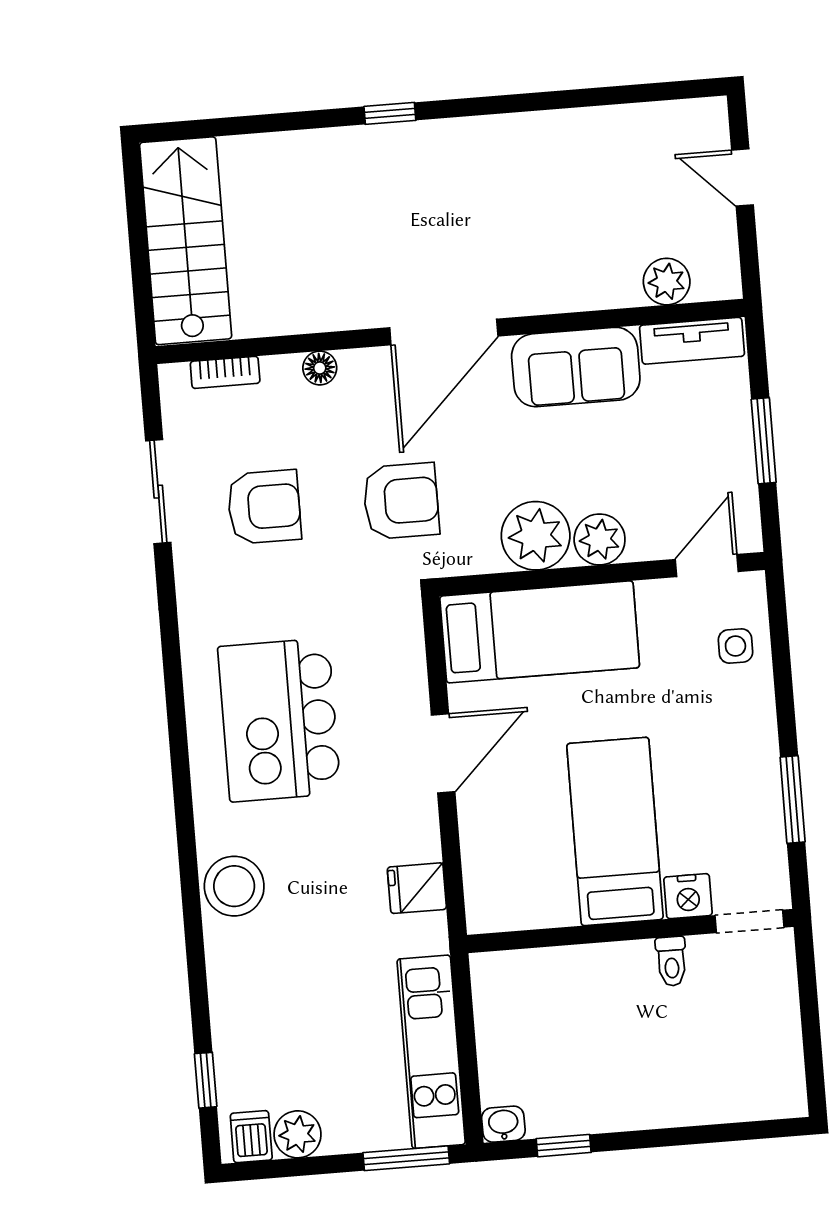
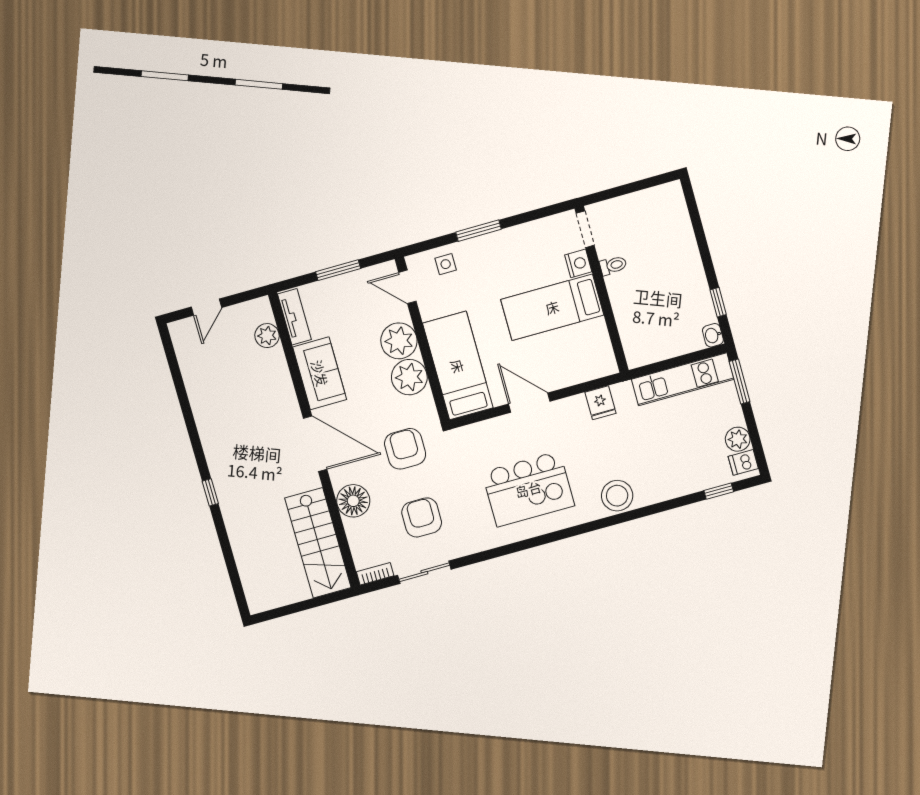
stairs: (186, 241) -> (318, 543), moved, turned -90
floor lamp: (320, 368) -> (353, 501), width x1.89, depth x1.89
bookcase: (225, 372) -> (375, 574), moved, turned -90
plant: (600, 539) -> (399, 341), width x1.36, depth x1.36
window: (793, 800) -> (478, 231), moved

